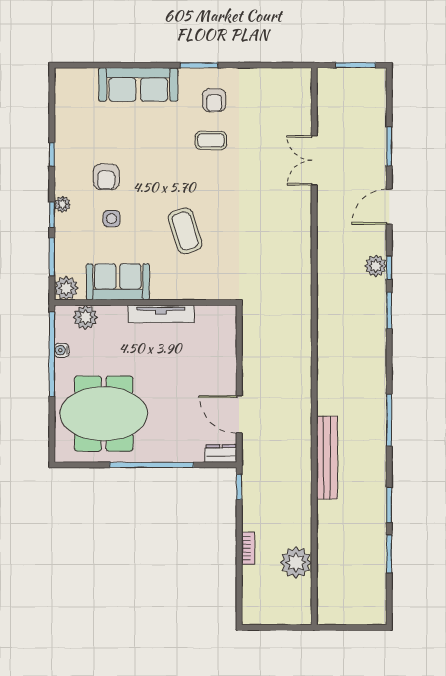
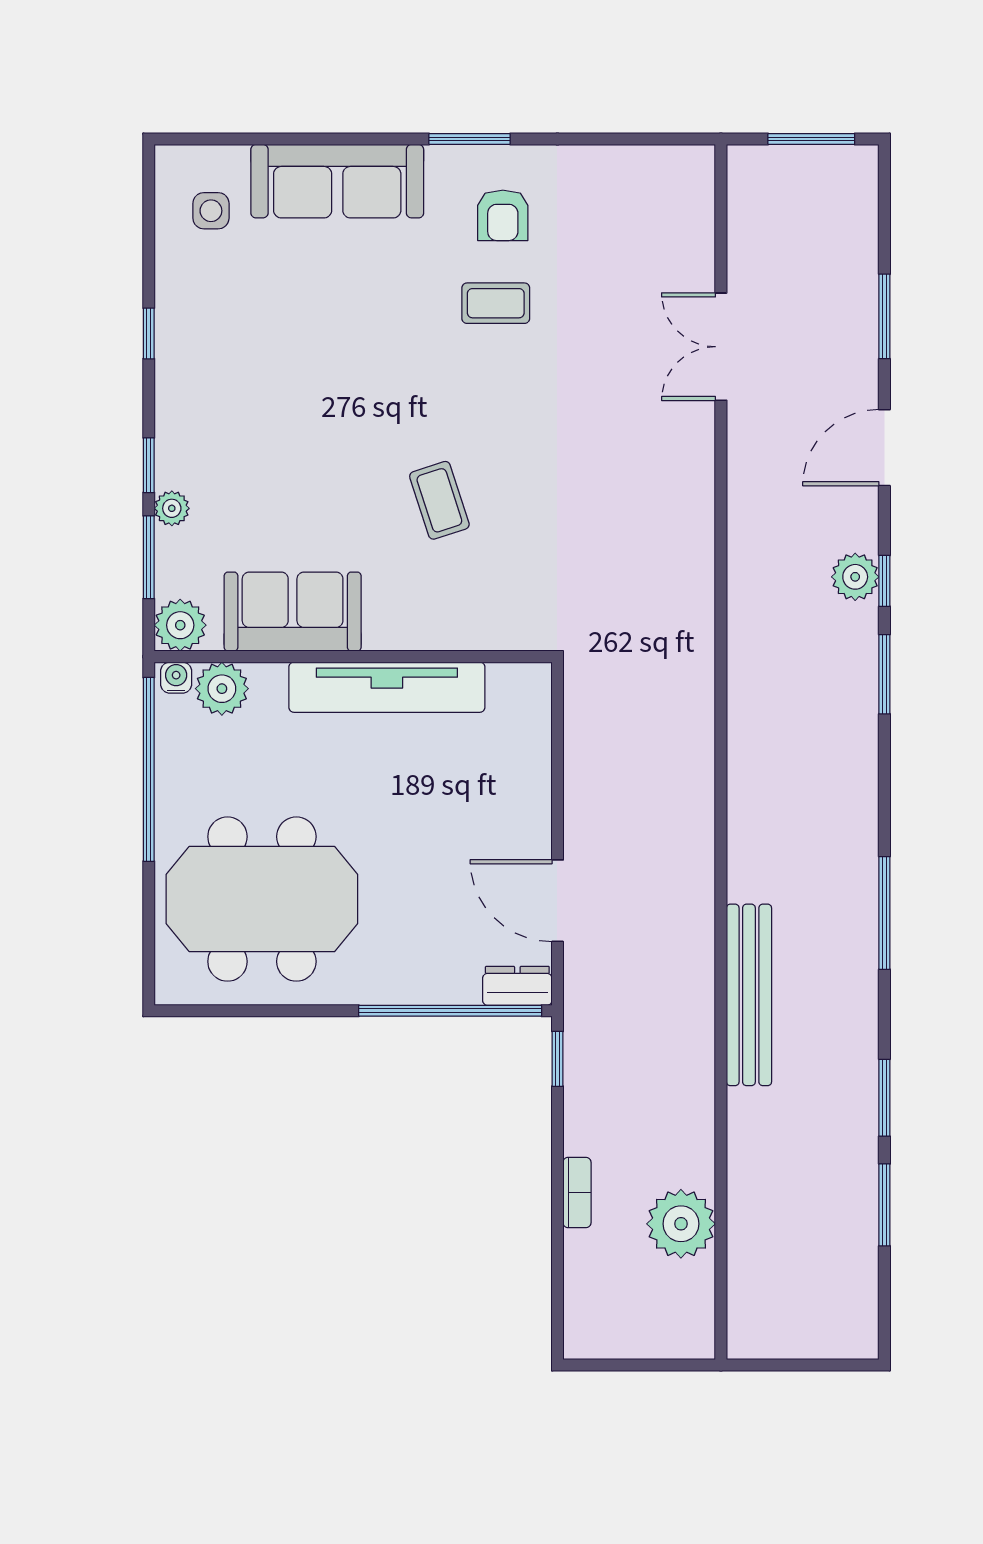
armchair: (106, 177) -> (267, 383), removed
plant: (62, 204) -> (172, 508), moved
side table: (112, 219) -> (211, 211), moved
coffee table: (185, 231) -> (439, 500), width x0.73, depth x0.77
tv unit: (161, 314) -> (387, 687), width x1.36, depth x1.29
water cooler: (61, 350) -> (176, 678), moved, turned 90
window: (152, 465) -> (450, 1011), moved

